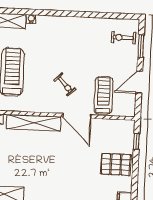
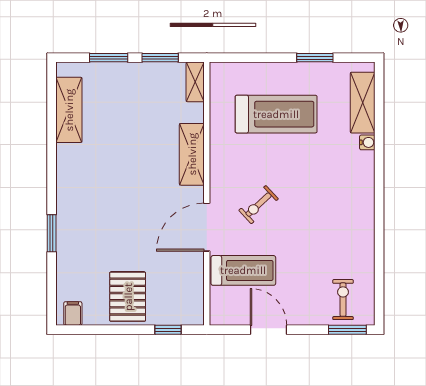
window: (141, 46) -> (347, 330), moved
shelving: (34, 123) -> (192, 154), width x0.68

